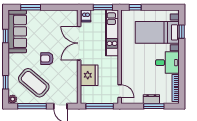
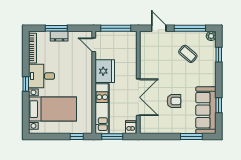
window: (182, 32) -> (26, 84), moved
armchair: (47, 59) -> (174, 101), moved
fridge: (89, 75) -> (105, 71), moved, turned 180
coffee table: (34, 83) -> (188, 54), width x0.54, depth x0.58

